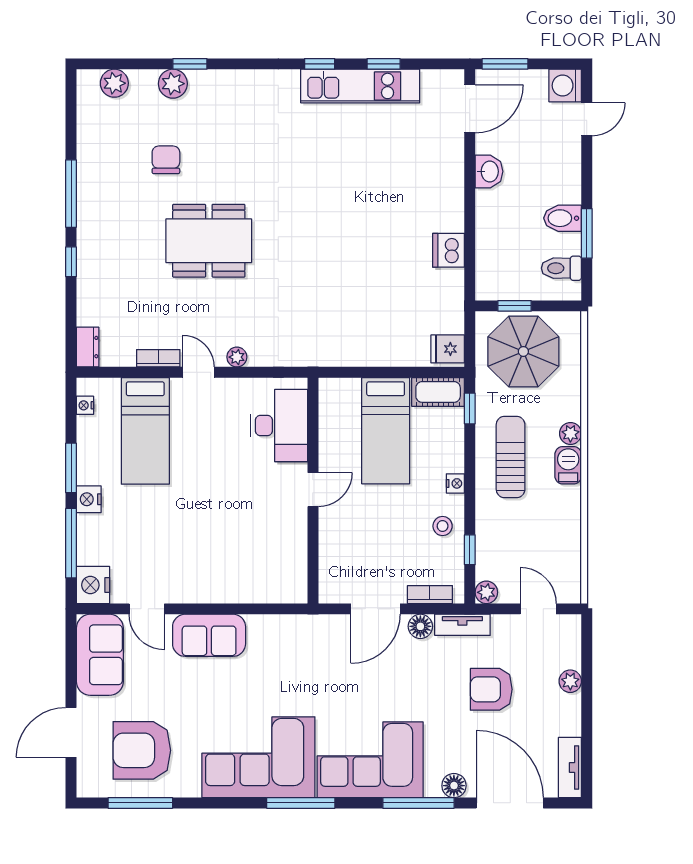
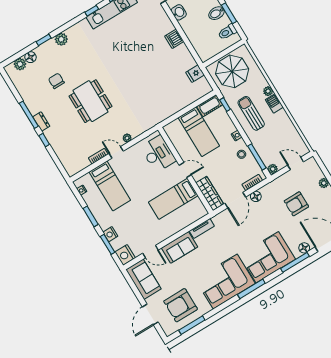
floor lamp: (143, 82) -> (30, 57), added
plant: (173, 84) -> (61, 39), moved
dining table: (209, 241) -> (90, 101), turned 90
dishwasher: (449, 250) -> (174, 39), moved
window: (515, 306) -> (219, 56), removed
dresser: (88, 347) -> (41, 122), moved
fridge: (448, 349) -> (195, 74), moved
door: (313, 490) -> (185, 170), hinge flipped
nightstand: (89, 499) -> (110, 234), moved
bed: (255, 532) -> (173, 199), added
window: (71, 543) -> (108, 244), width x0.69
window: (470, 550) -> (257, 157), width x2.17
wardrobe: (333, 565) -> (210, 194), added
tv unit: (462, 625) -> (202, 229), moved

